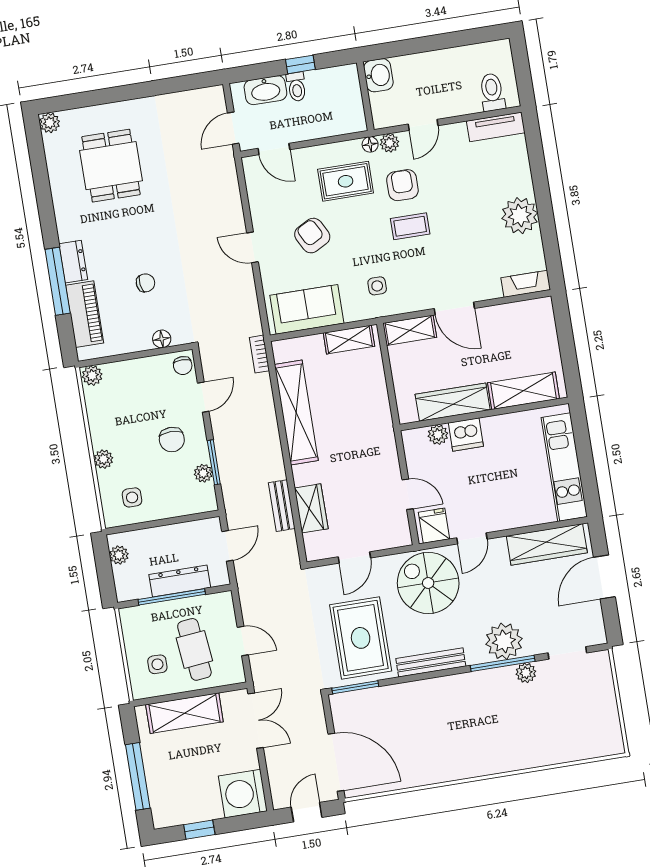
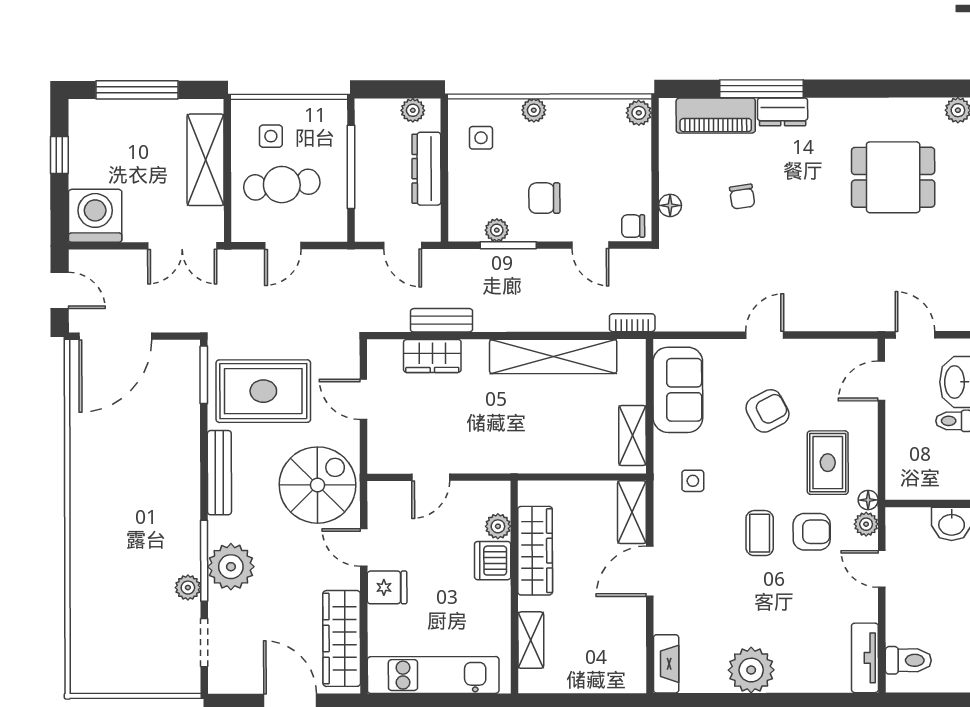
shelving: (524, 391) -> (531, 640), width x0.67, depth x0.75
fridge: (434, 526) -> (387, 587), moved
dresser: (180, 581) -> (426, 169), moved, turned 180

